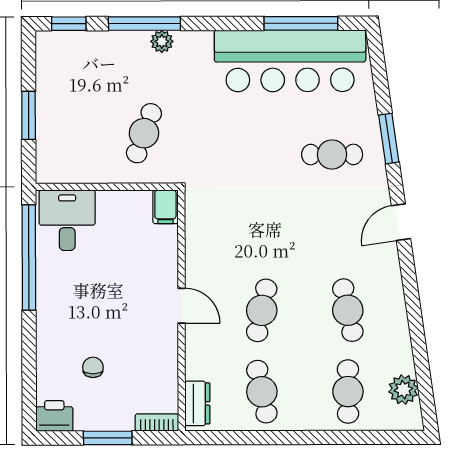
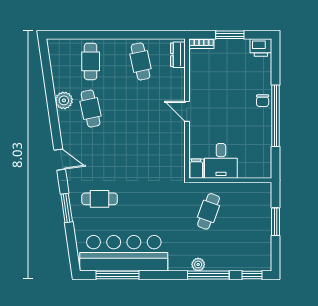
desk: (67, 220) -> (221, 161), moved
door: (401, 222) -> (60, 160), hinge flipped
window: (29, 257) -> (275, 116), moved
cafe table: (262, 310) -> (140, 109), removed
chair: (93, 367) -> (263, 101), moved
plant: (403, 390) -> (64, 100), moved

